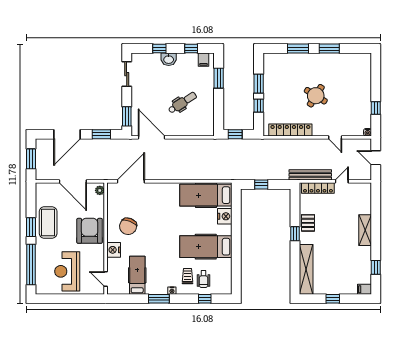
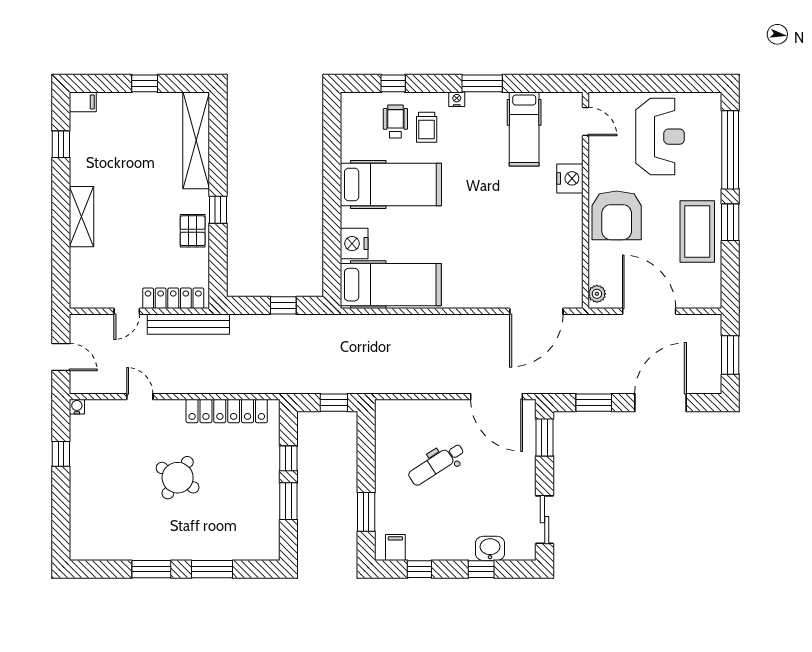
washbasin: (169, 59) -> (490, 548), moved
chair: (128, 226) -> (542, 224), removed

